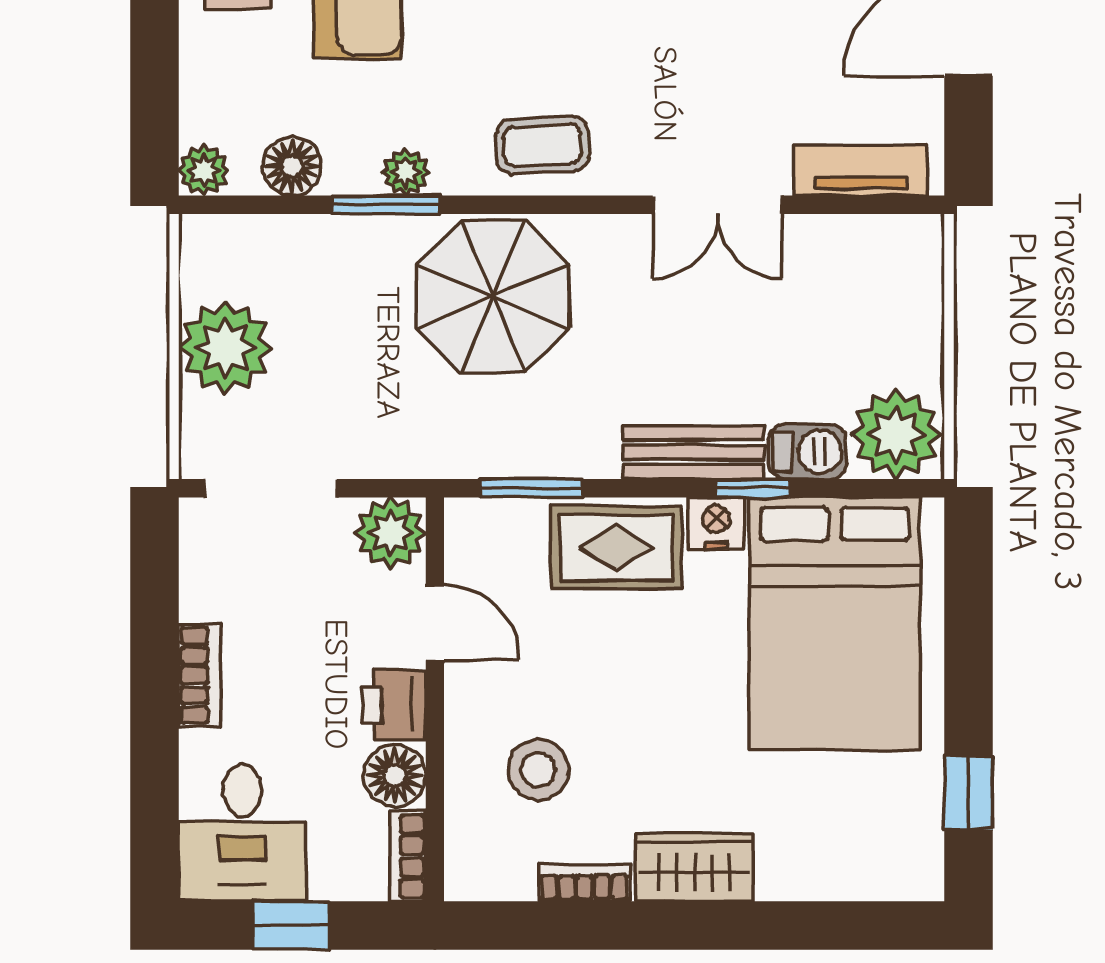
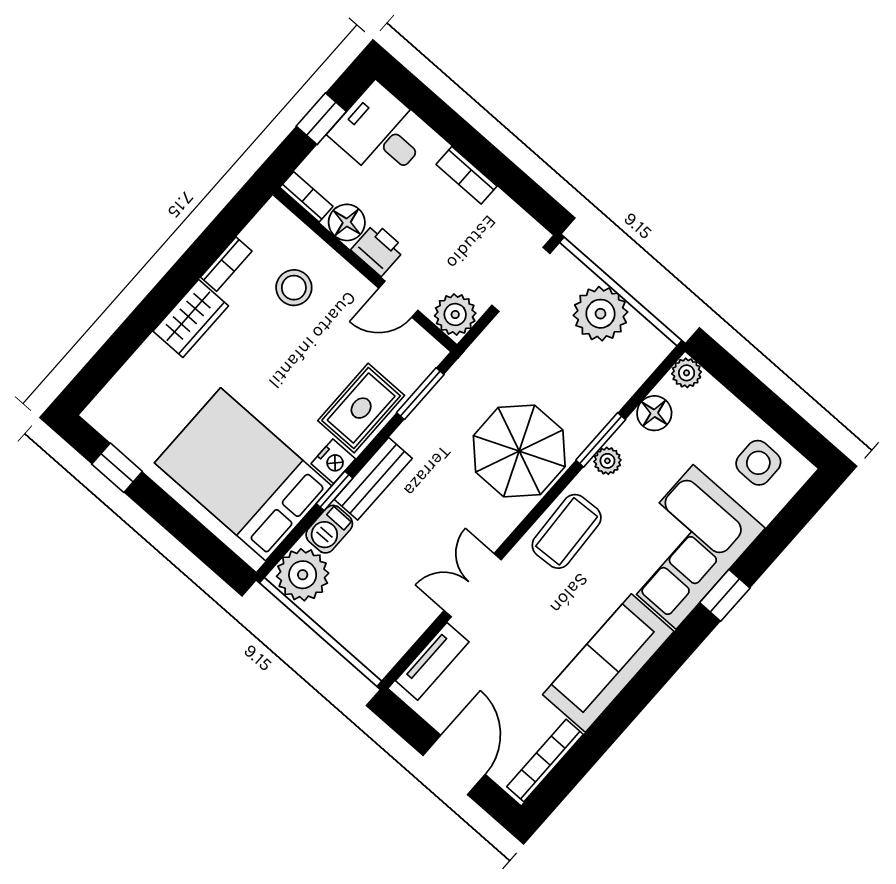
coffee table: (542, 145) -> (567, 531), width x1.36, depth x1.30

